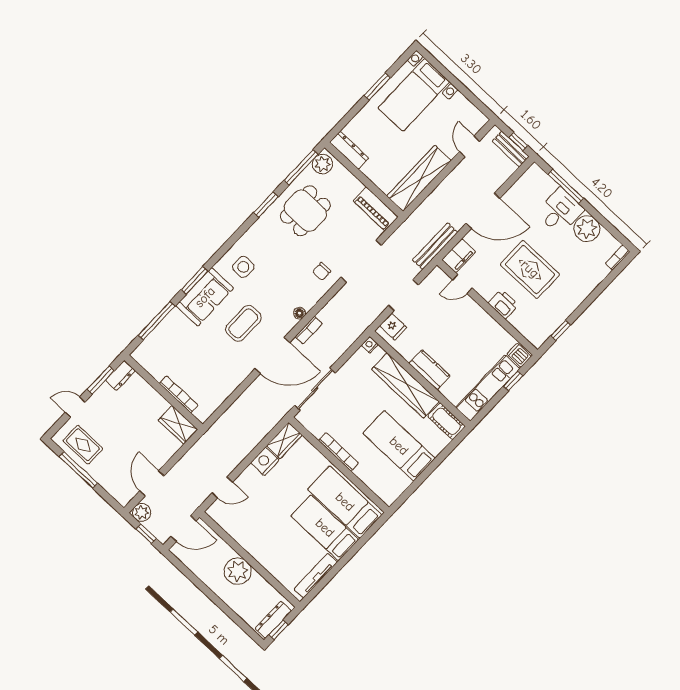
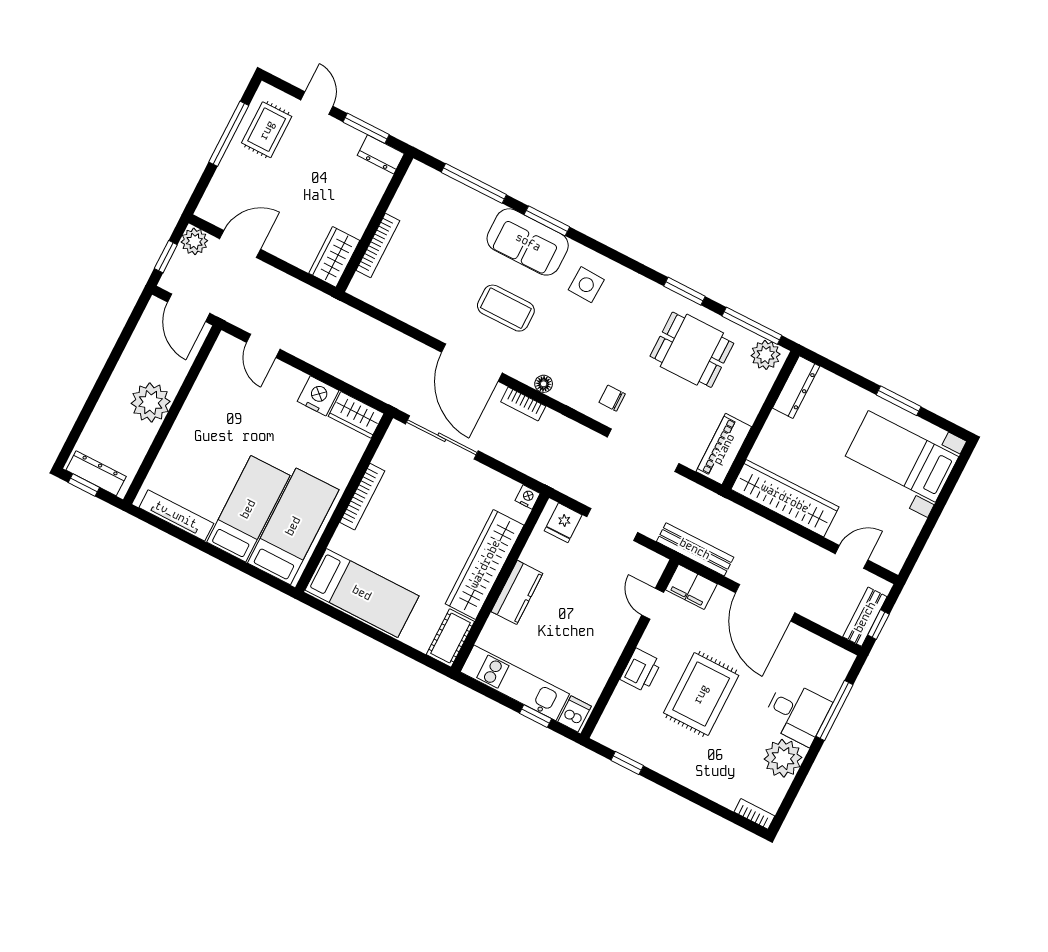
bed: (399, 446) -> (362, 593), moved, turned 90

